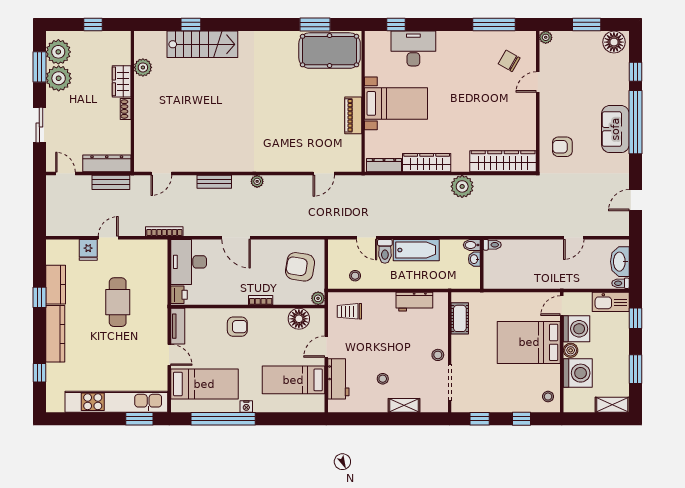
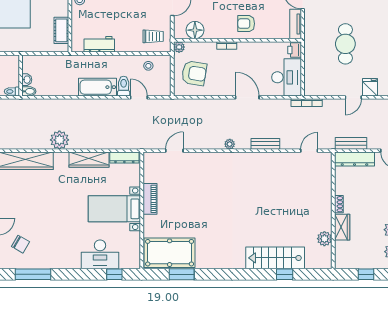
bidet: (472, 245) -> (29, 91), moved
toilet: (492, 245) -> (12, 91), moved
washbasin: (474, 259) -> (27, 80), moved
wall: (482, 264) -> (21, 75), moved

